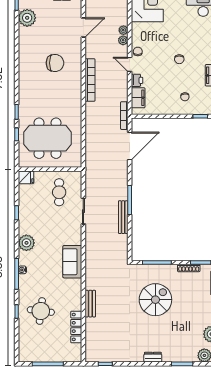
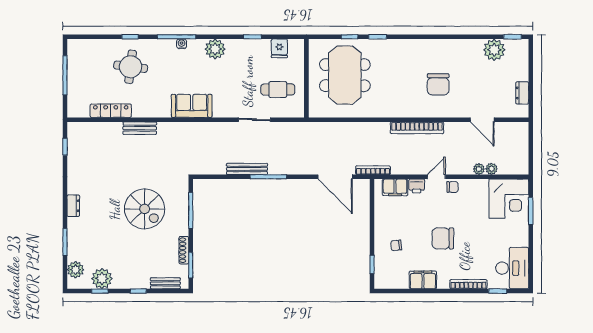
plant: (123, 40) -> (492, 169), moved
chair: (179, 59) -> (443, 238), width x1.87, depth x1.87
fridge: (26, 177) -> (279, 48), moved

